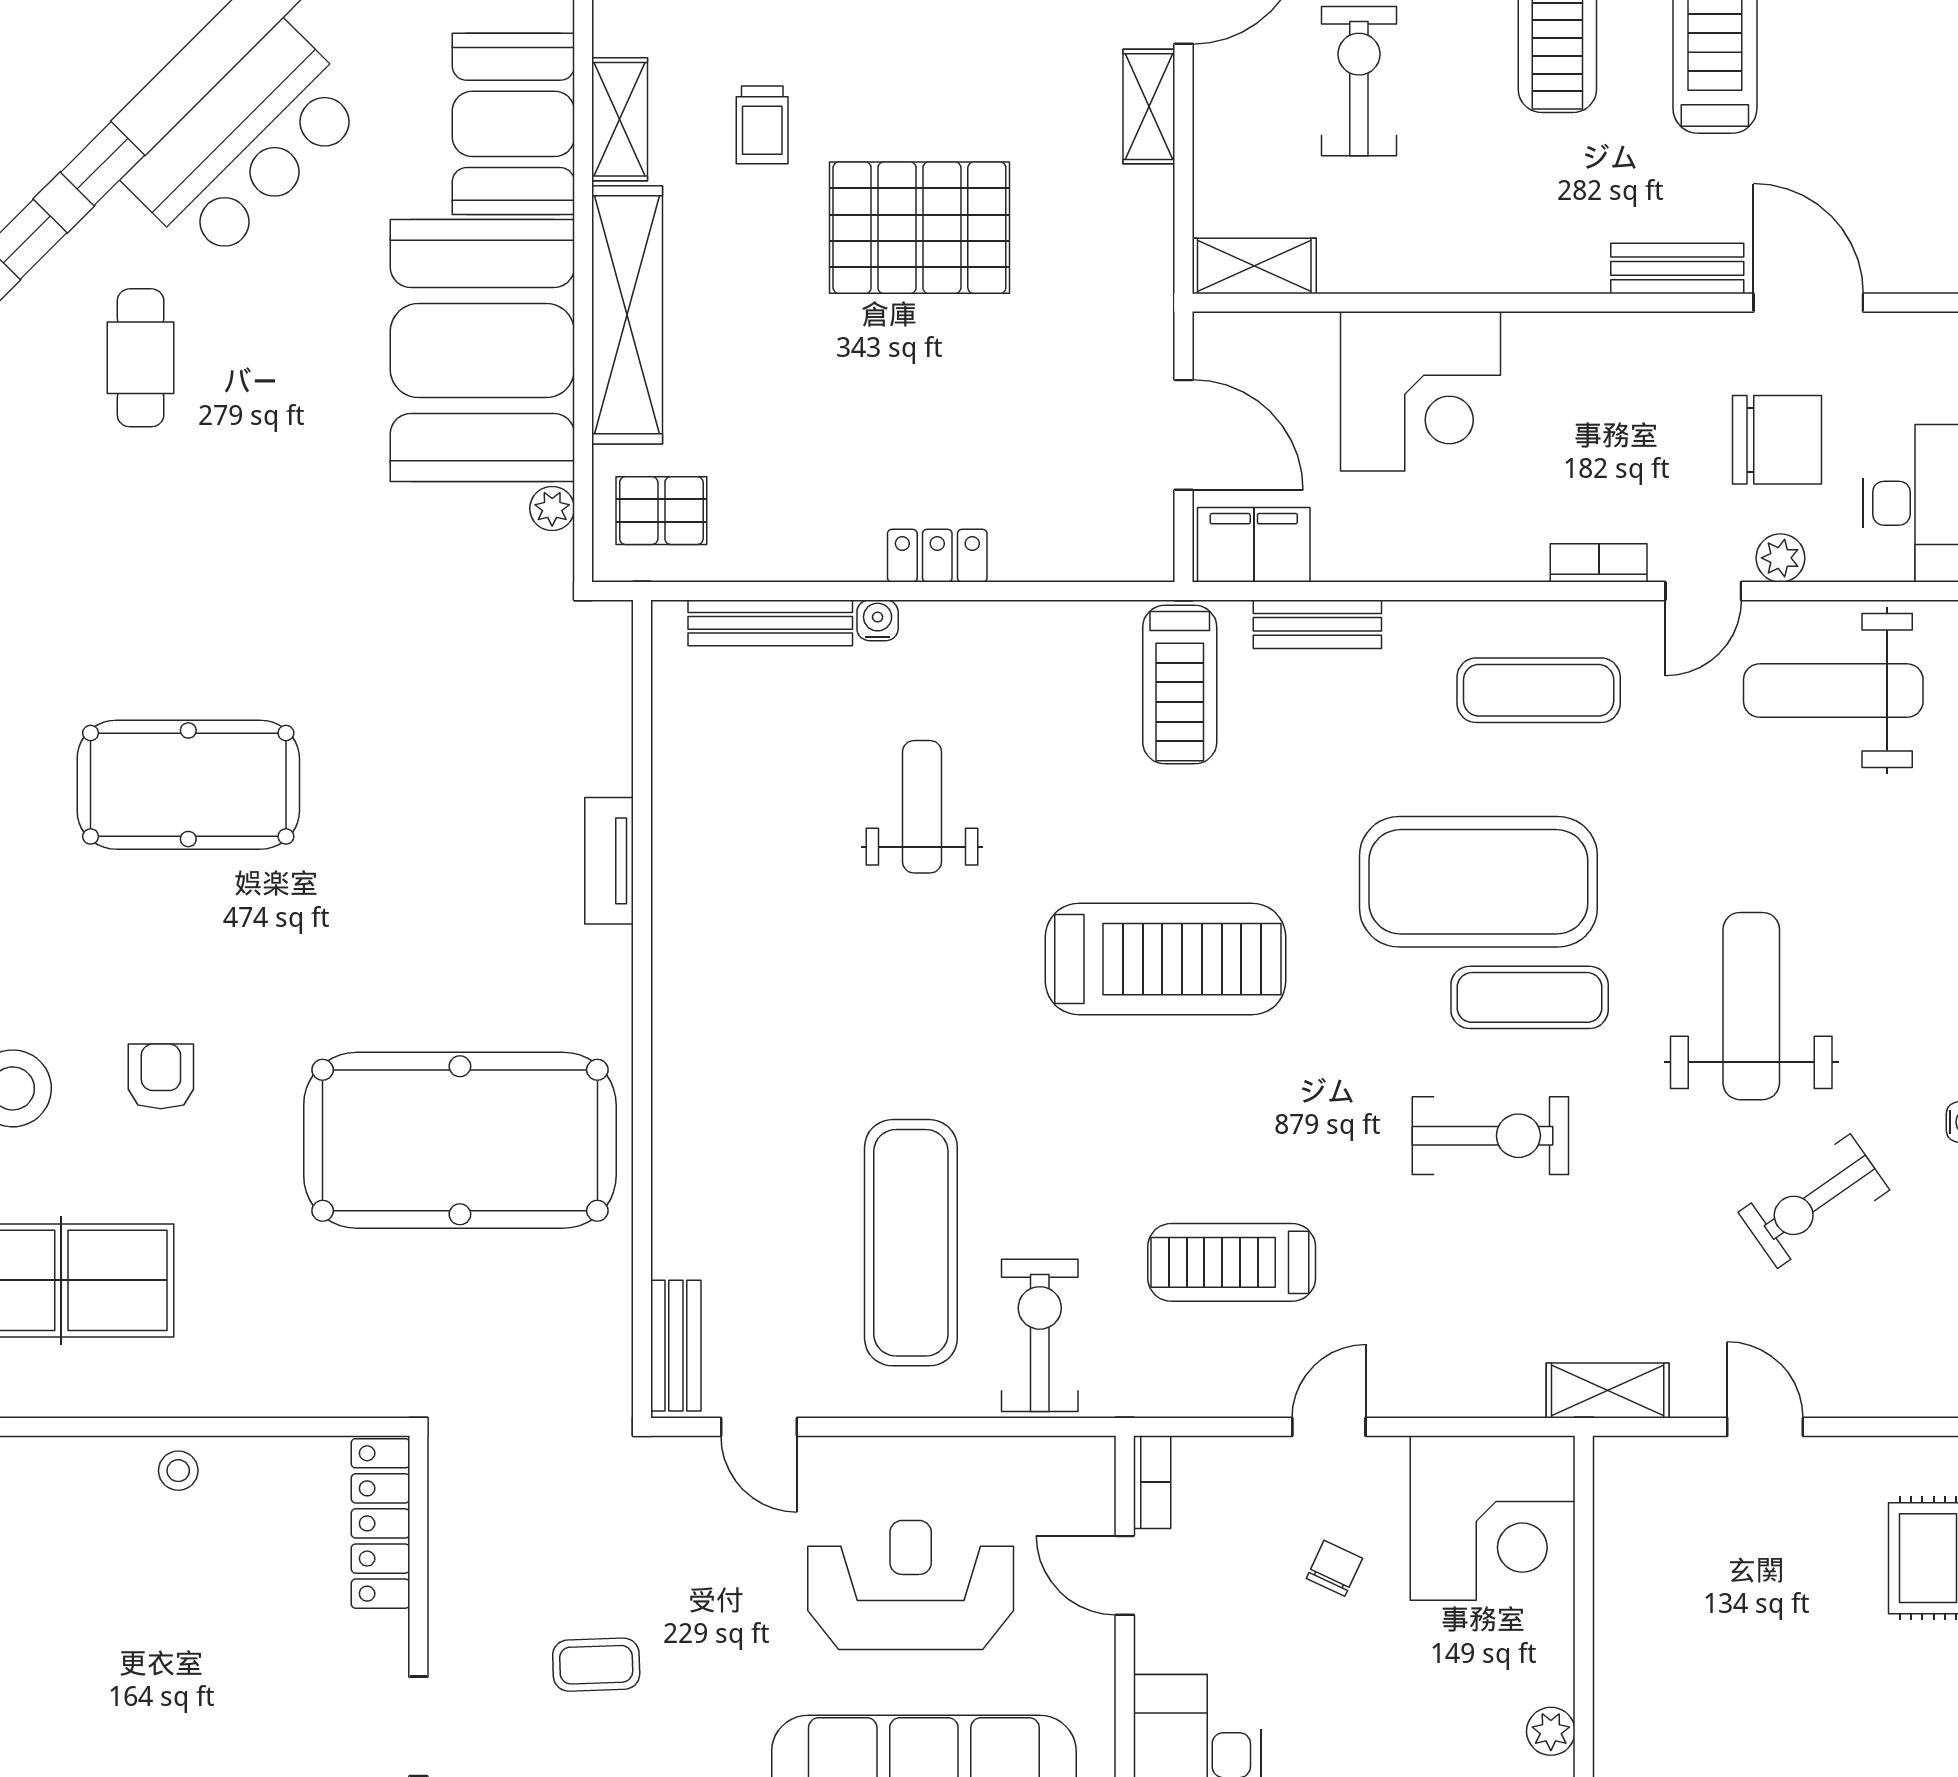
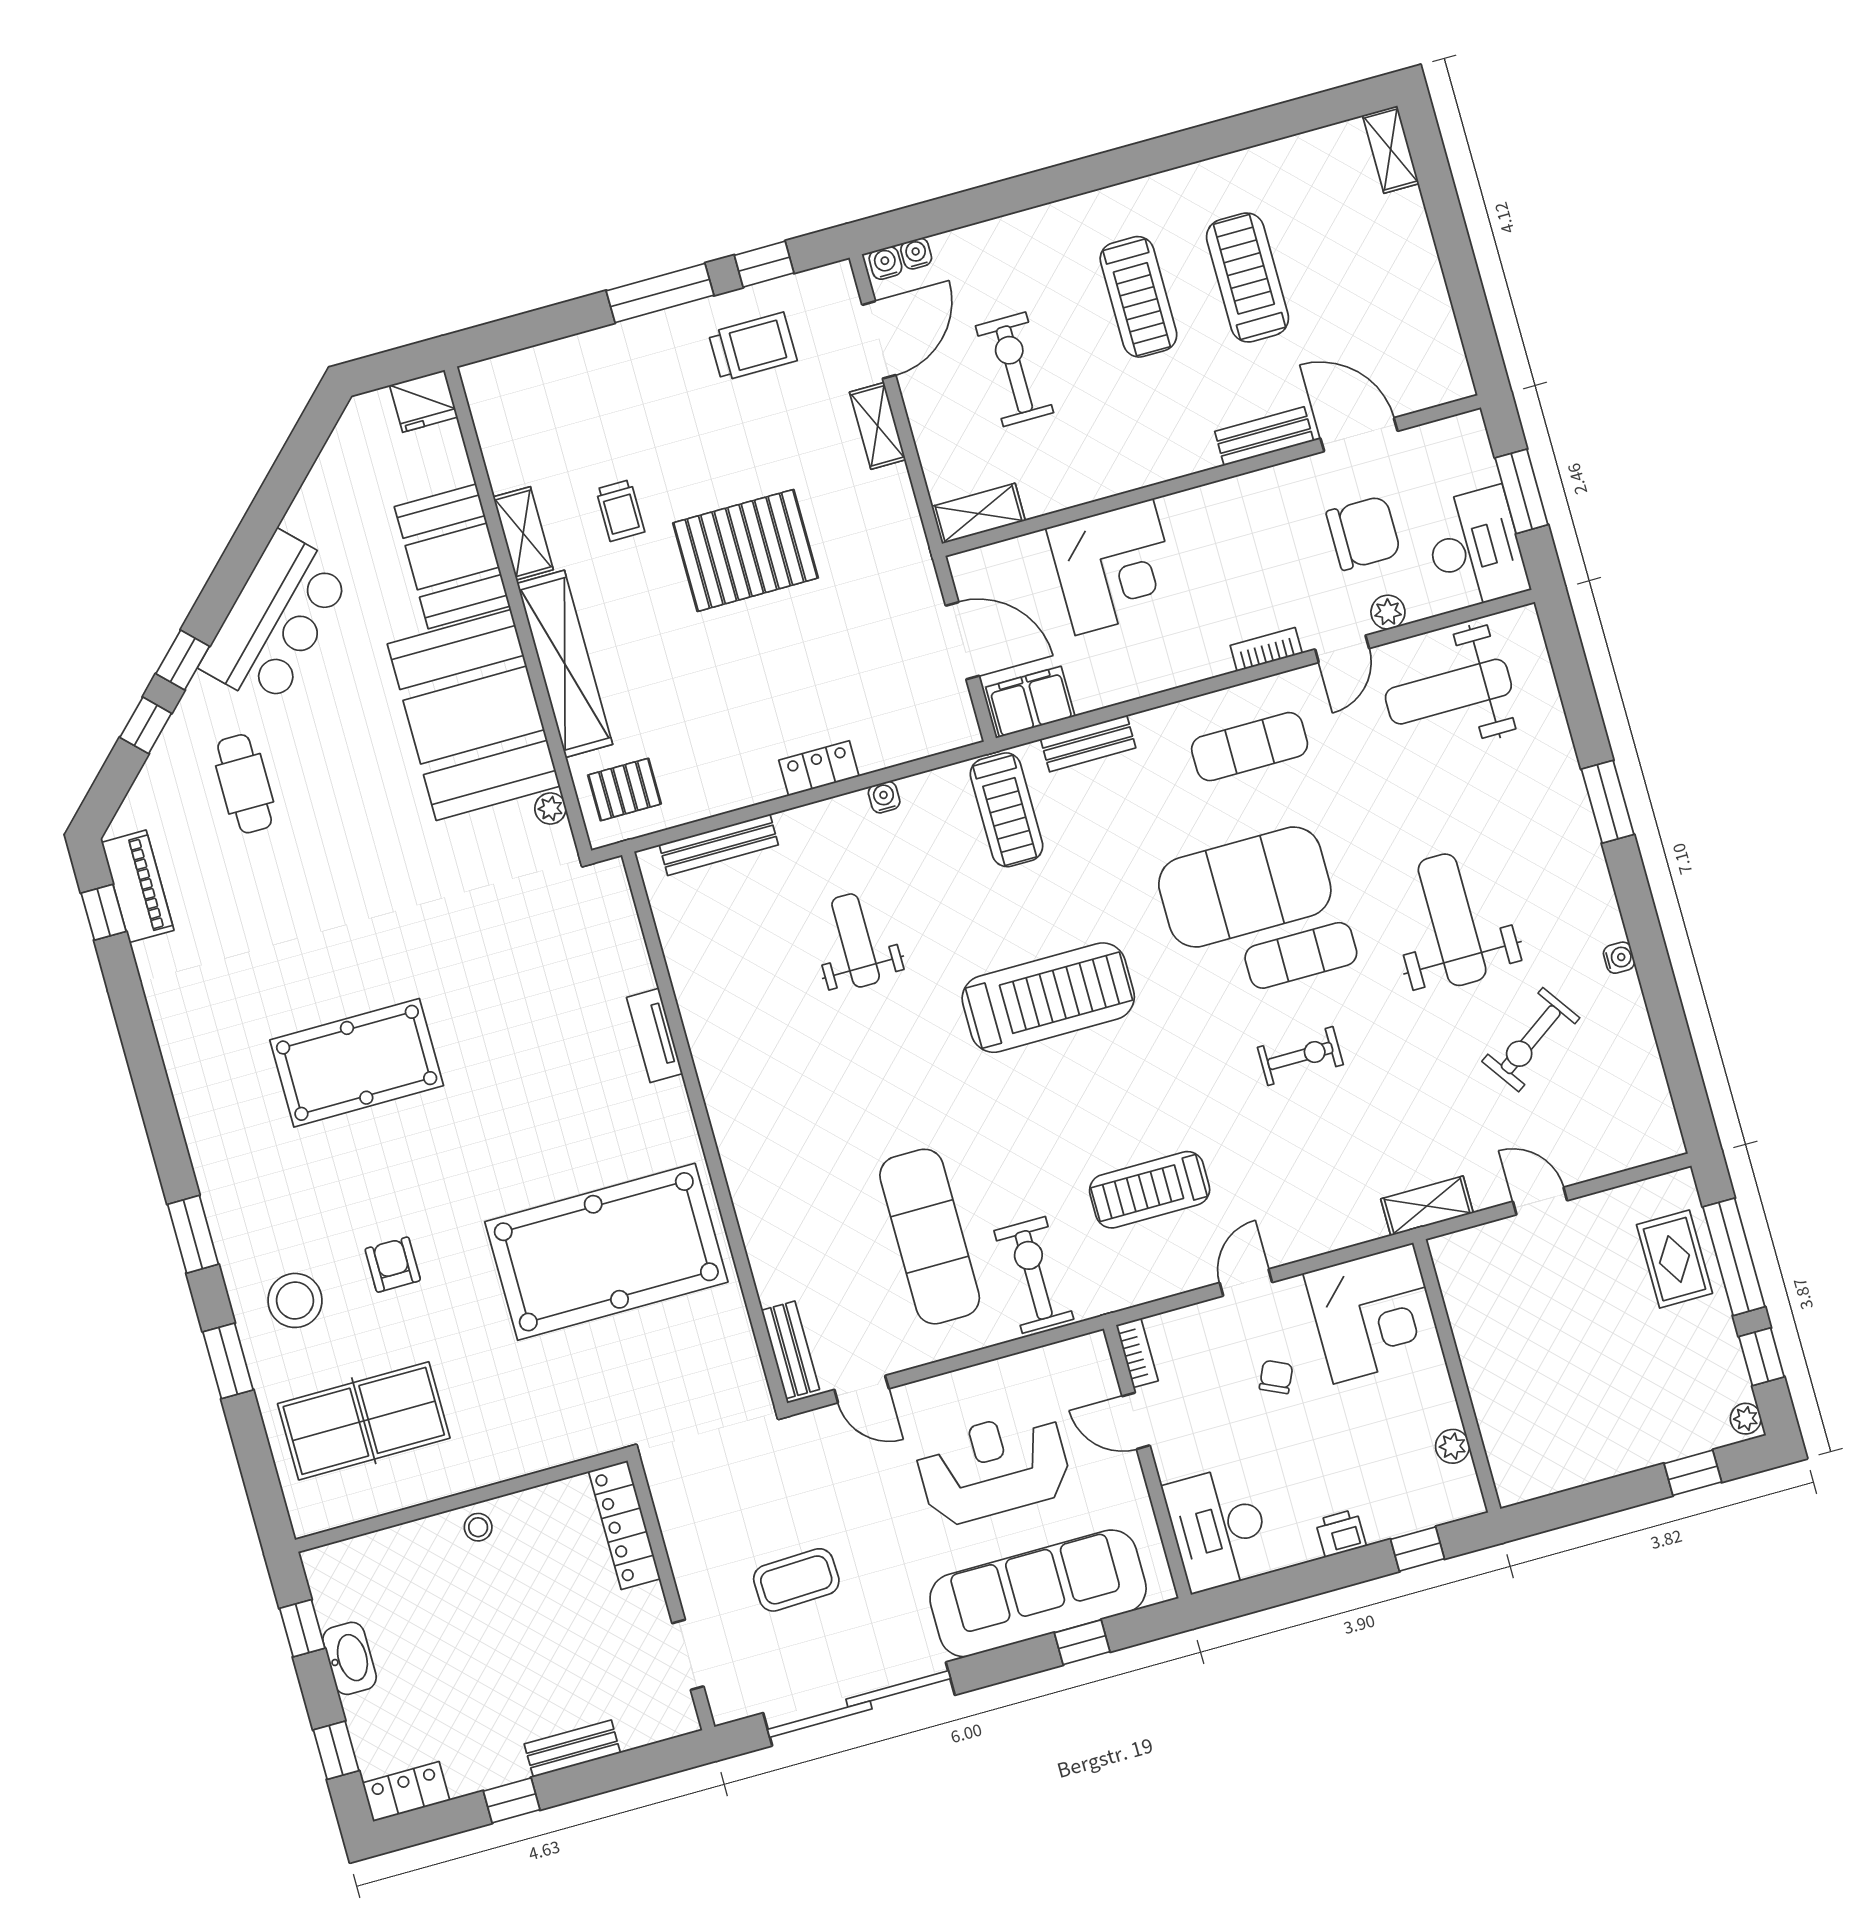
water cooler: (878, 620) -> (884, 797), moved
exercise bike: (1490, 1136) -> (1300, 1056), width x0.73, depth x0.72
coffee table: (596, 1665) -> (796, 1580), width x1.36, depth x1.30

